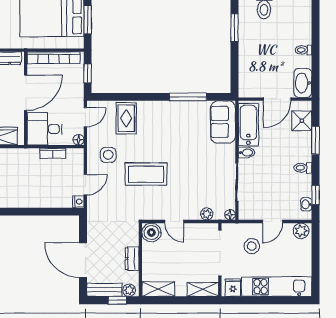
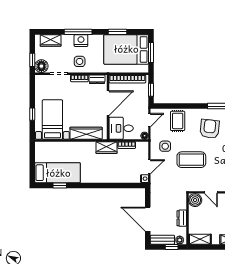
armchair: (172, 130) -> (210, 129), added
wardrobe: (24, 157) -> (107, 148), added

